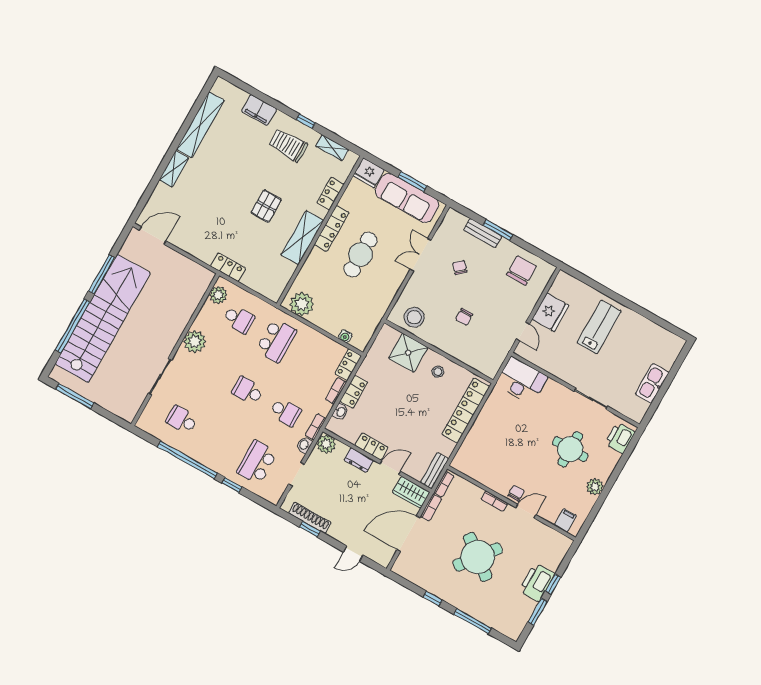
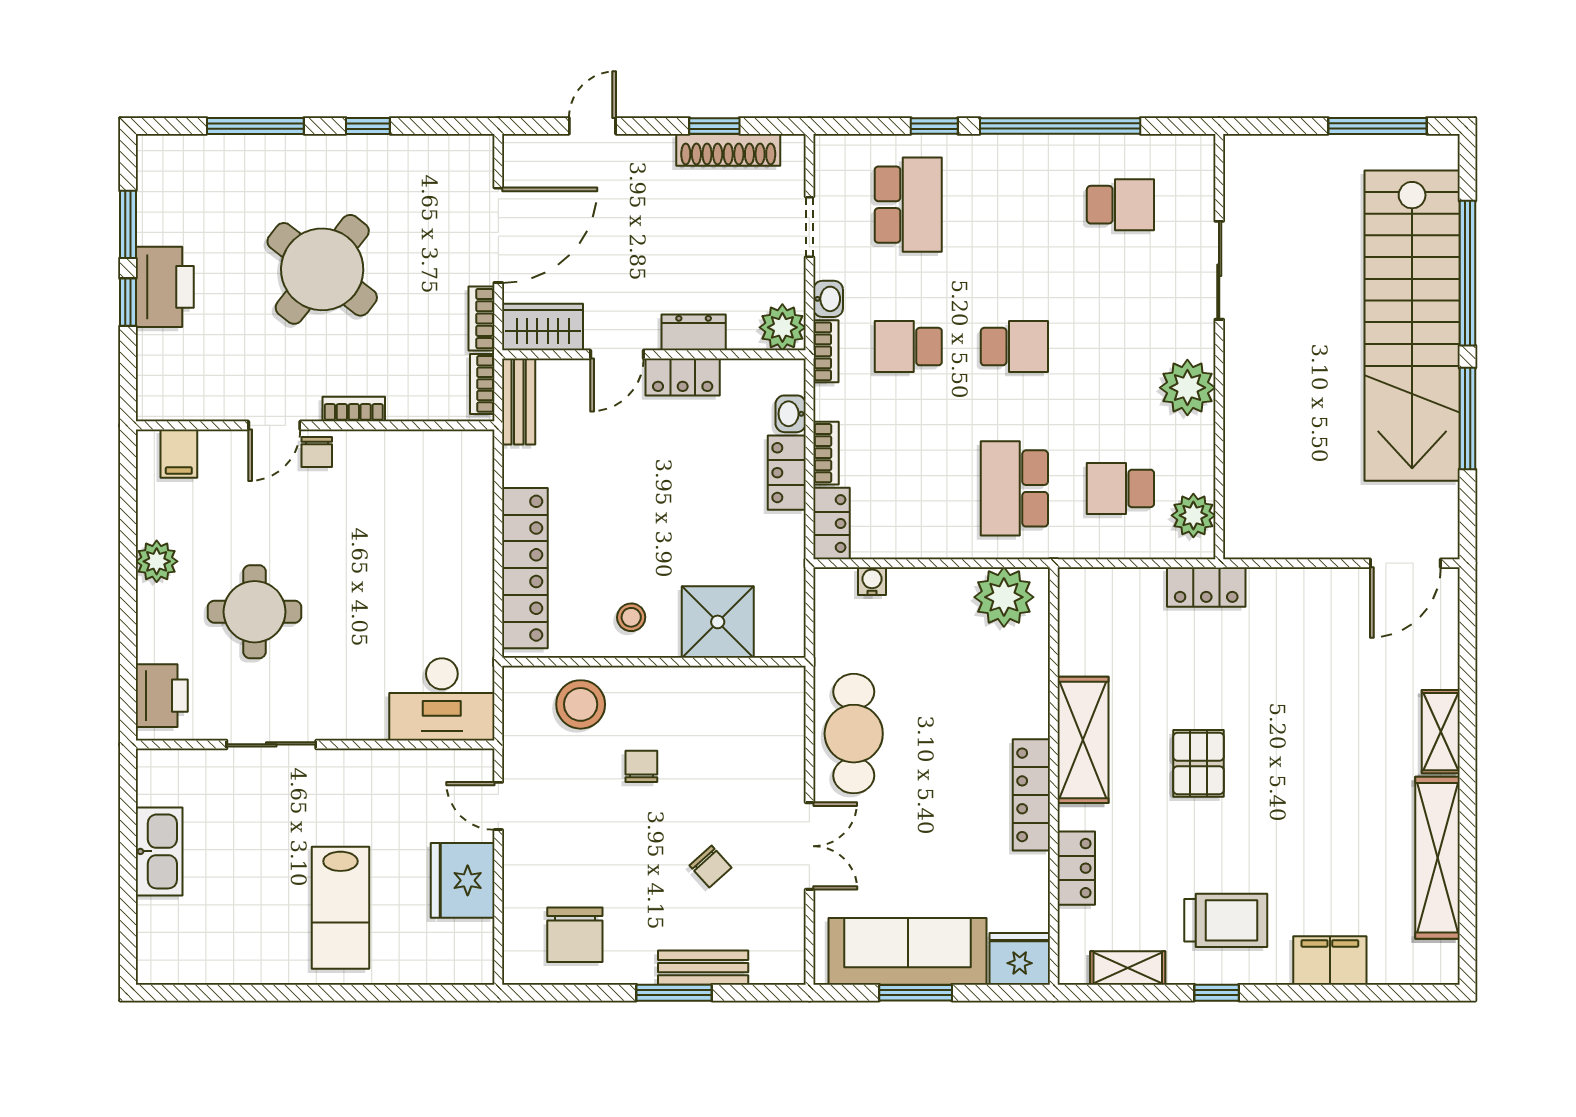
cafe table: (360, 254) -> (854, 734), moved
stool: (414, 317) -> (581, 704), moved

